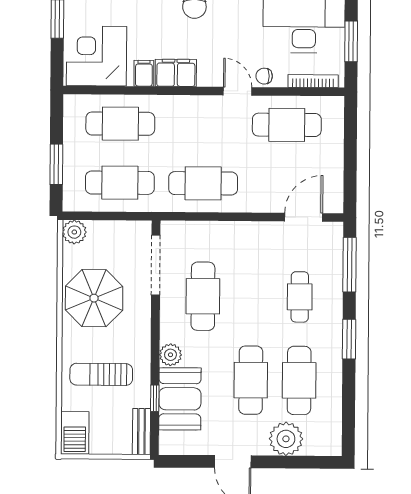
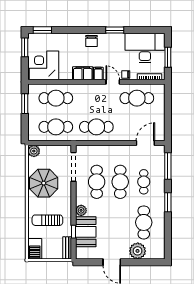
filing cabinet: (144, 73) -> (98, 74), moved
window: (56, 164) -> (25, 104), moved
cafe table: (251, 380) -> (120, 182), moved

